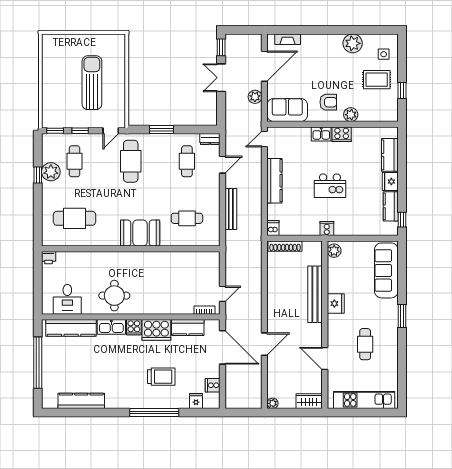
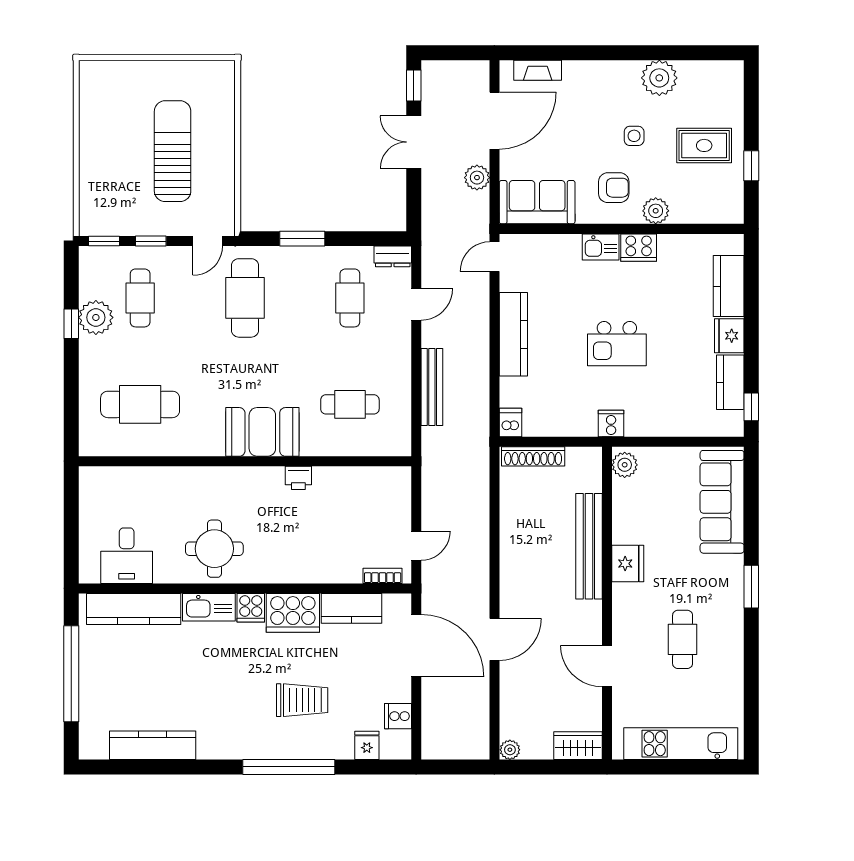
side table: (384, 54) -> (634, 136), moved
printer: (49, 258) -> (298, 478), moved

